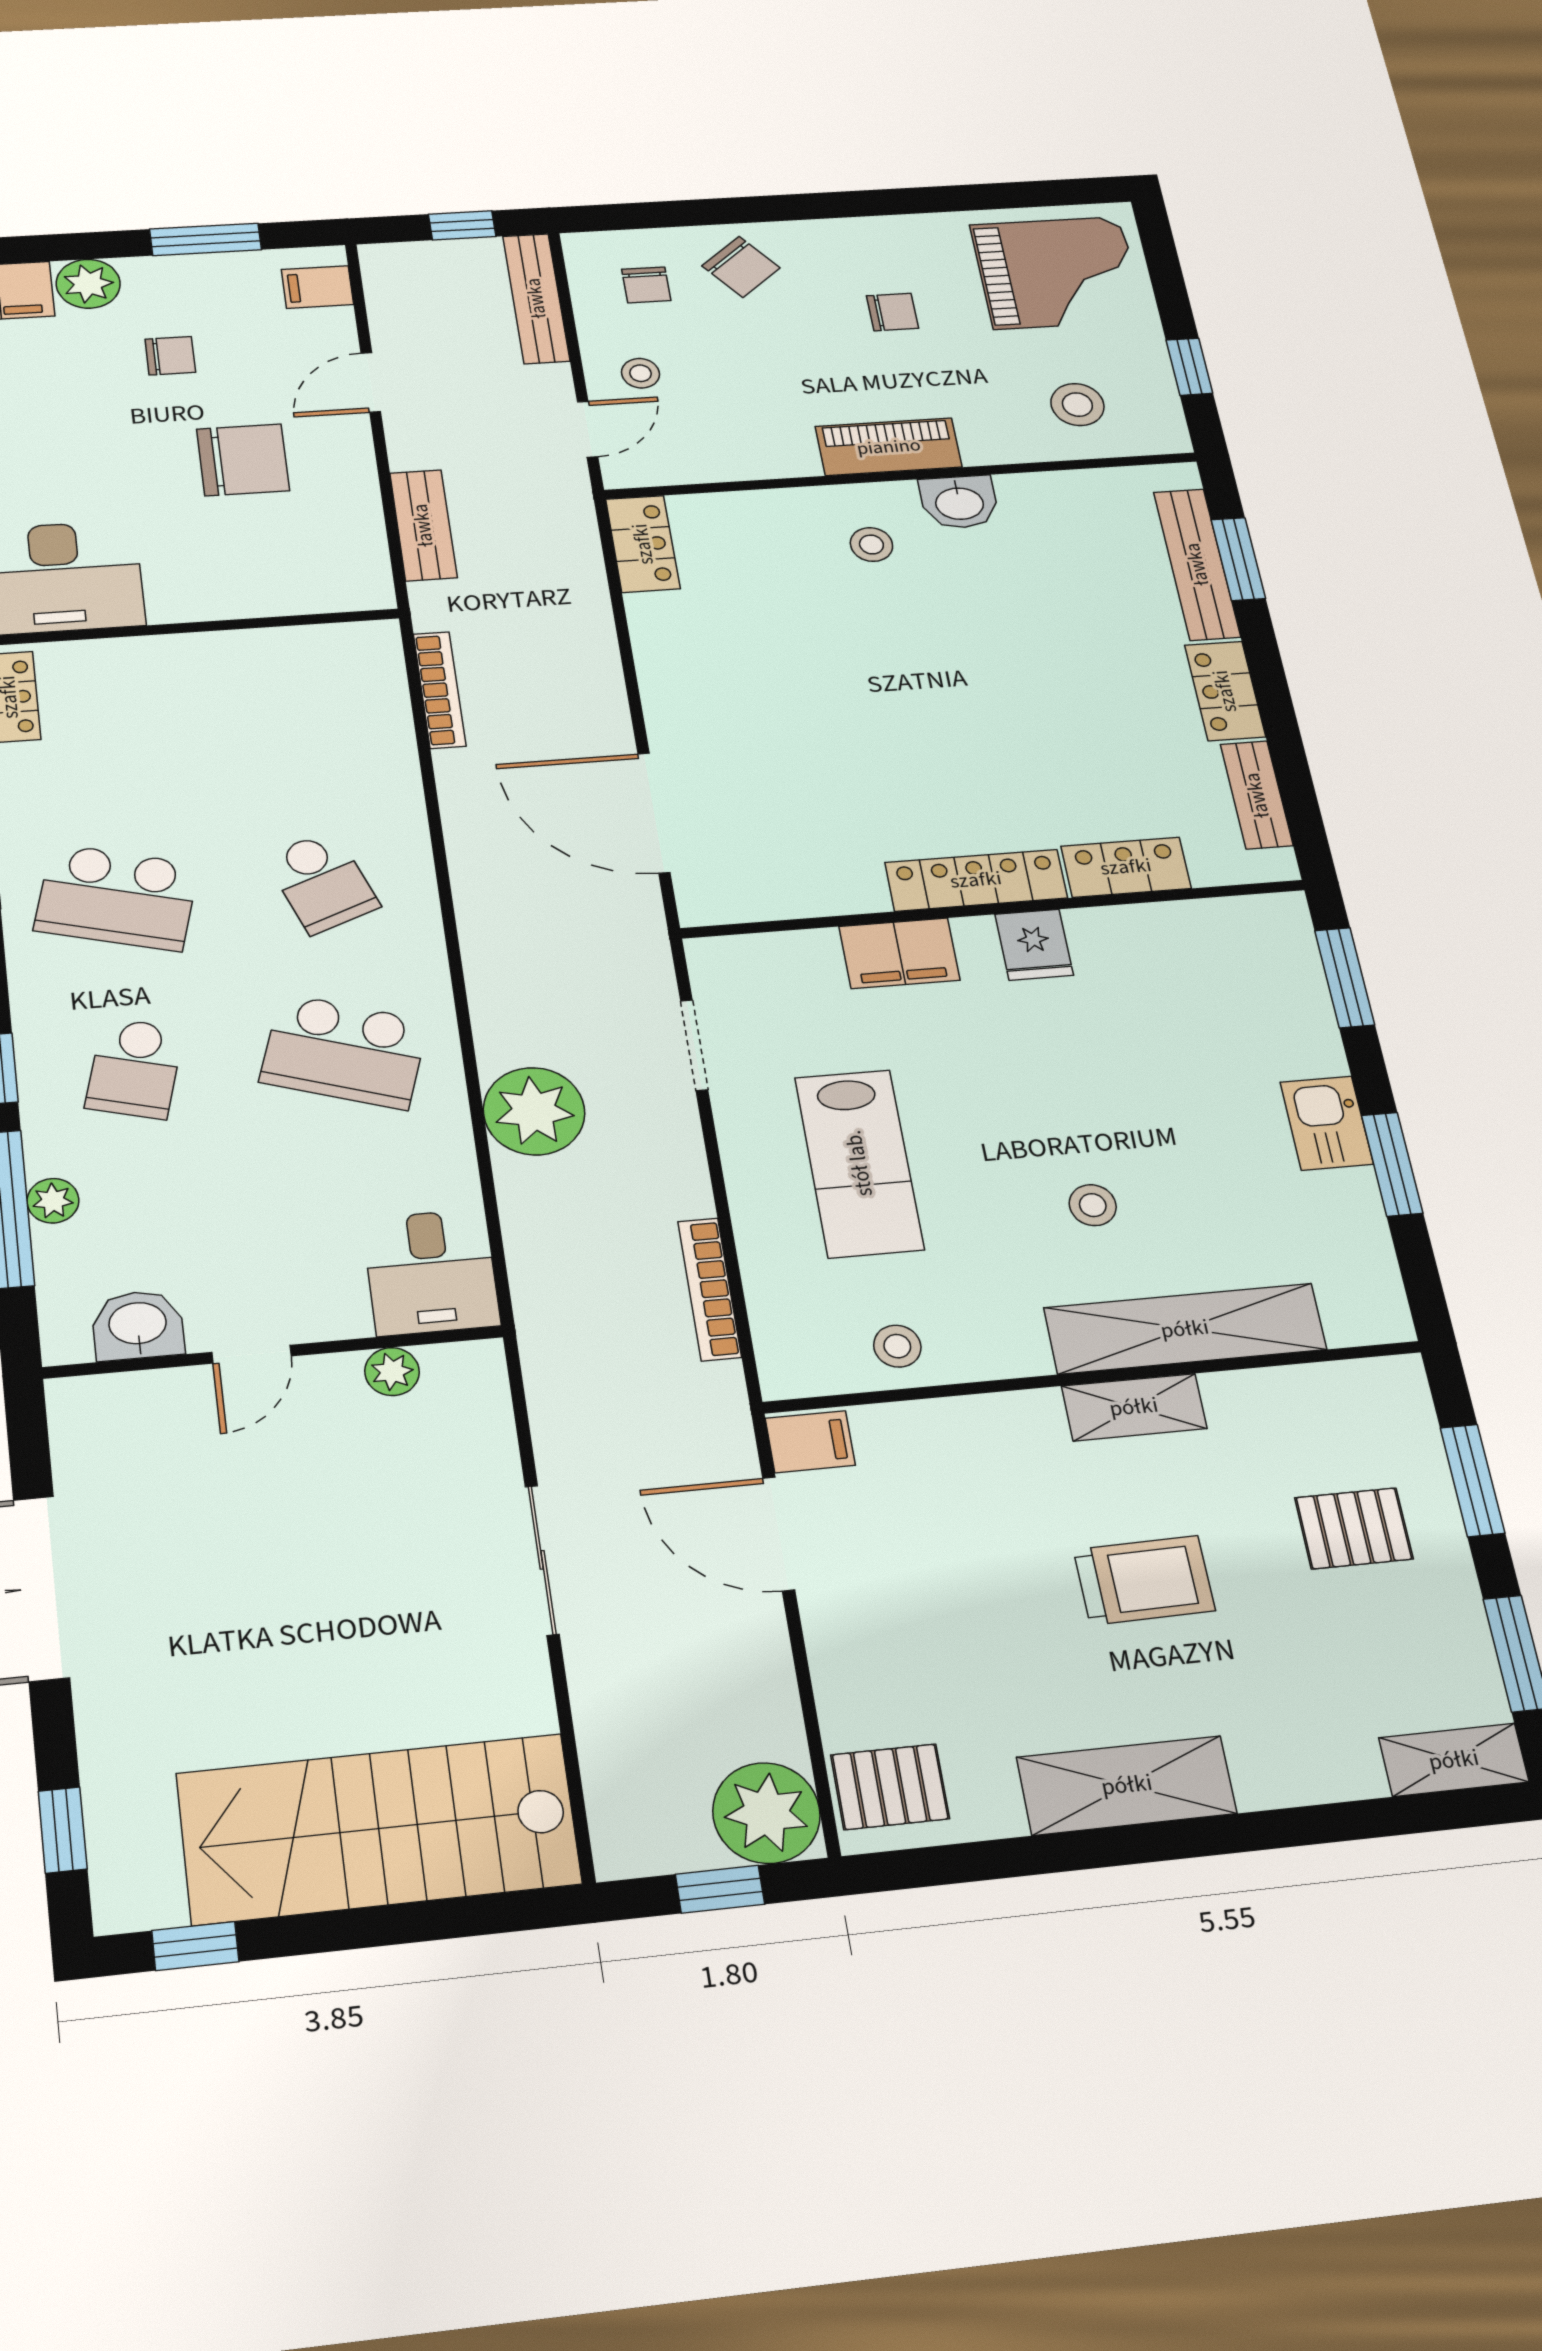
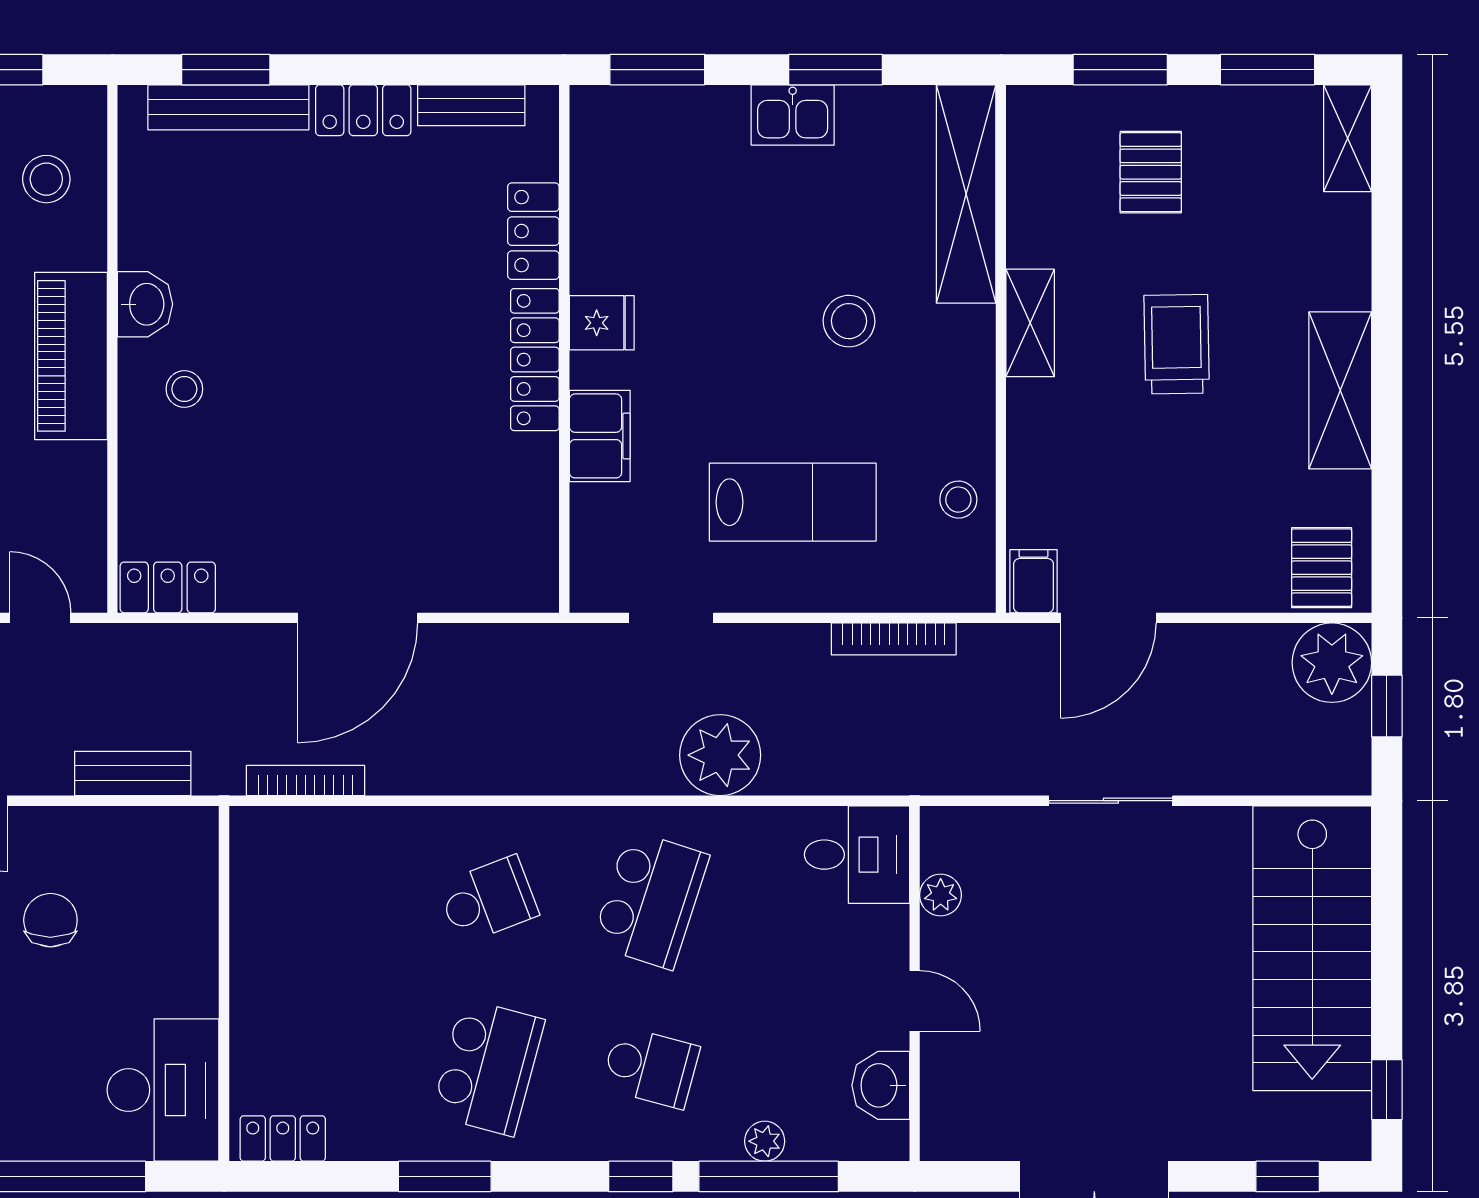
piano: (889, 447) -> (71, 356), width x1.37, depth x1.33
chair: (243, 460) -> (50, 920), width x0.73, depth x0.73
door: (654, 813) -> (358, 618), moved
stool: (1093, 1205) -> (849, 321), width x1.37, depth x1.37
shelving: (1185, 1329) -> (966, 194), moved

